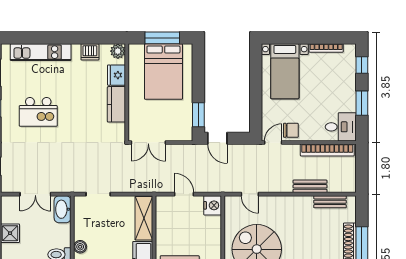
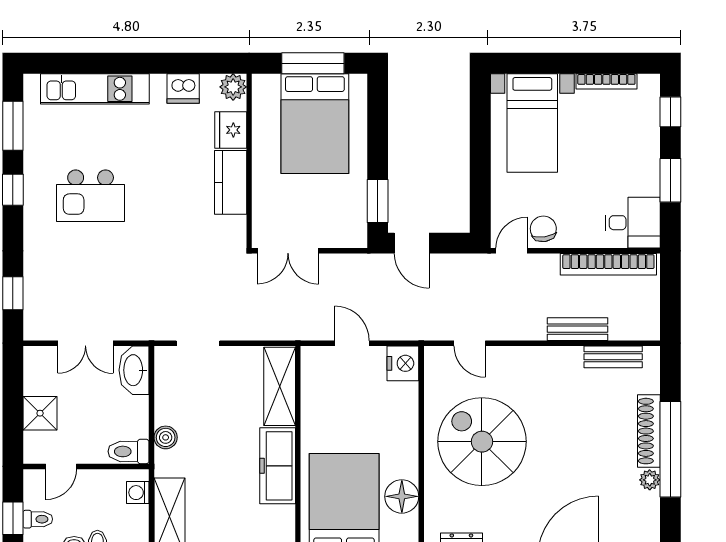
chair: (291, 130) -> (543, 229), turned -98

